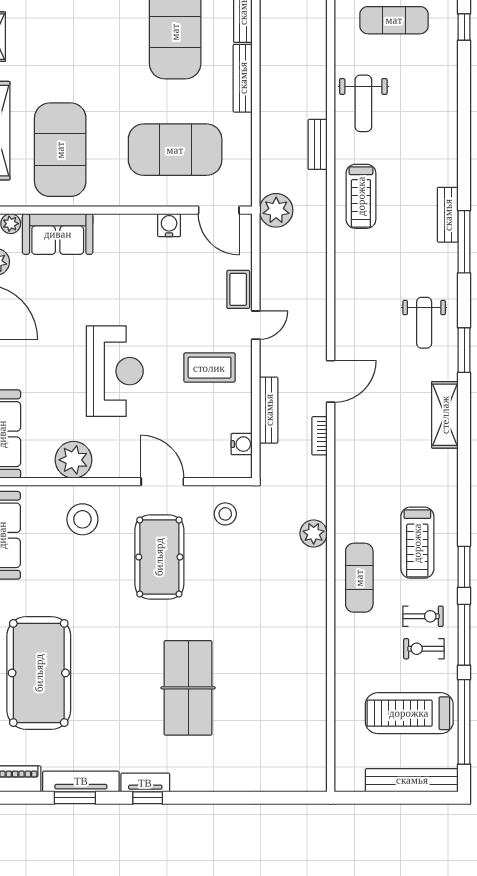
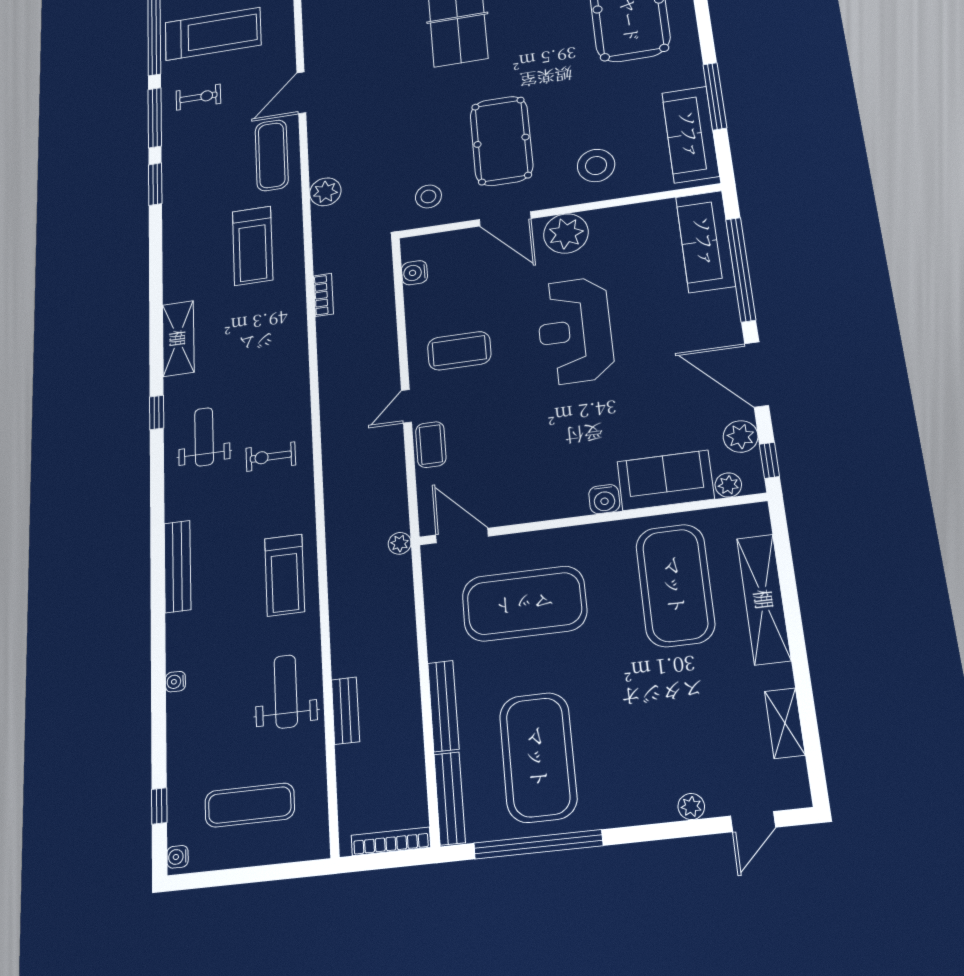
water cooler: (450, 121) -> (175, 682), added
bench: (318, 144) -> (346, 711), moved
treadmill: (361, 196) -> (285, 575), turned 180
plant: (276, 210) -> (400, 543), width x0.53, depth x0.53
bench: (448, 215) -> (177, 566), width x1.36
water cooler: (169, 225) -> (604, 499), moved
window: (464, 242) -> (157, 537), removed
window: (464, 350) -> (157, 412), width x0.67
door: (331, 381) -> (301, 93), moved
bench: (269, 410) -> (385, 314), removed
plant: (74, 460) -> (566, 234), moved
treadmill: (417, 543) -> (253, 246), moved, turned 180
exercise bike: (423, 616) -> (271, 457), moved

